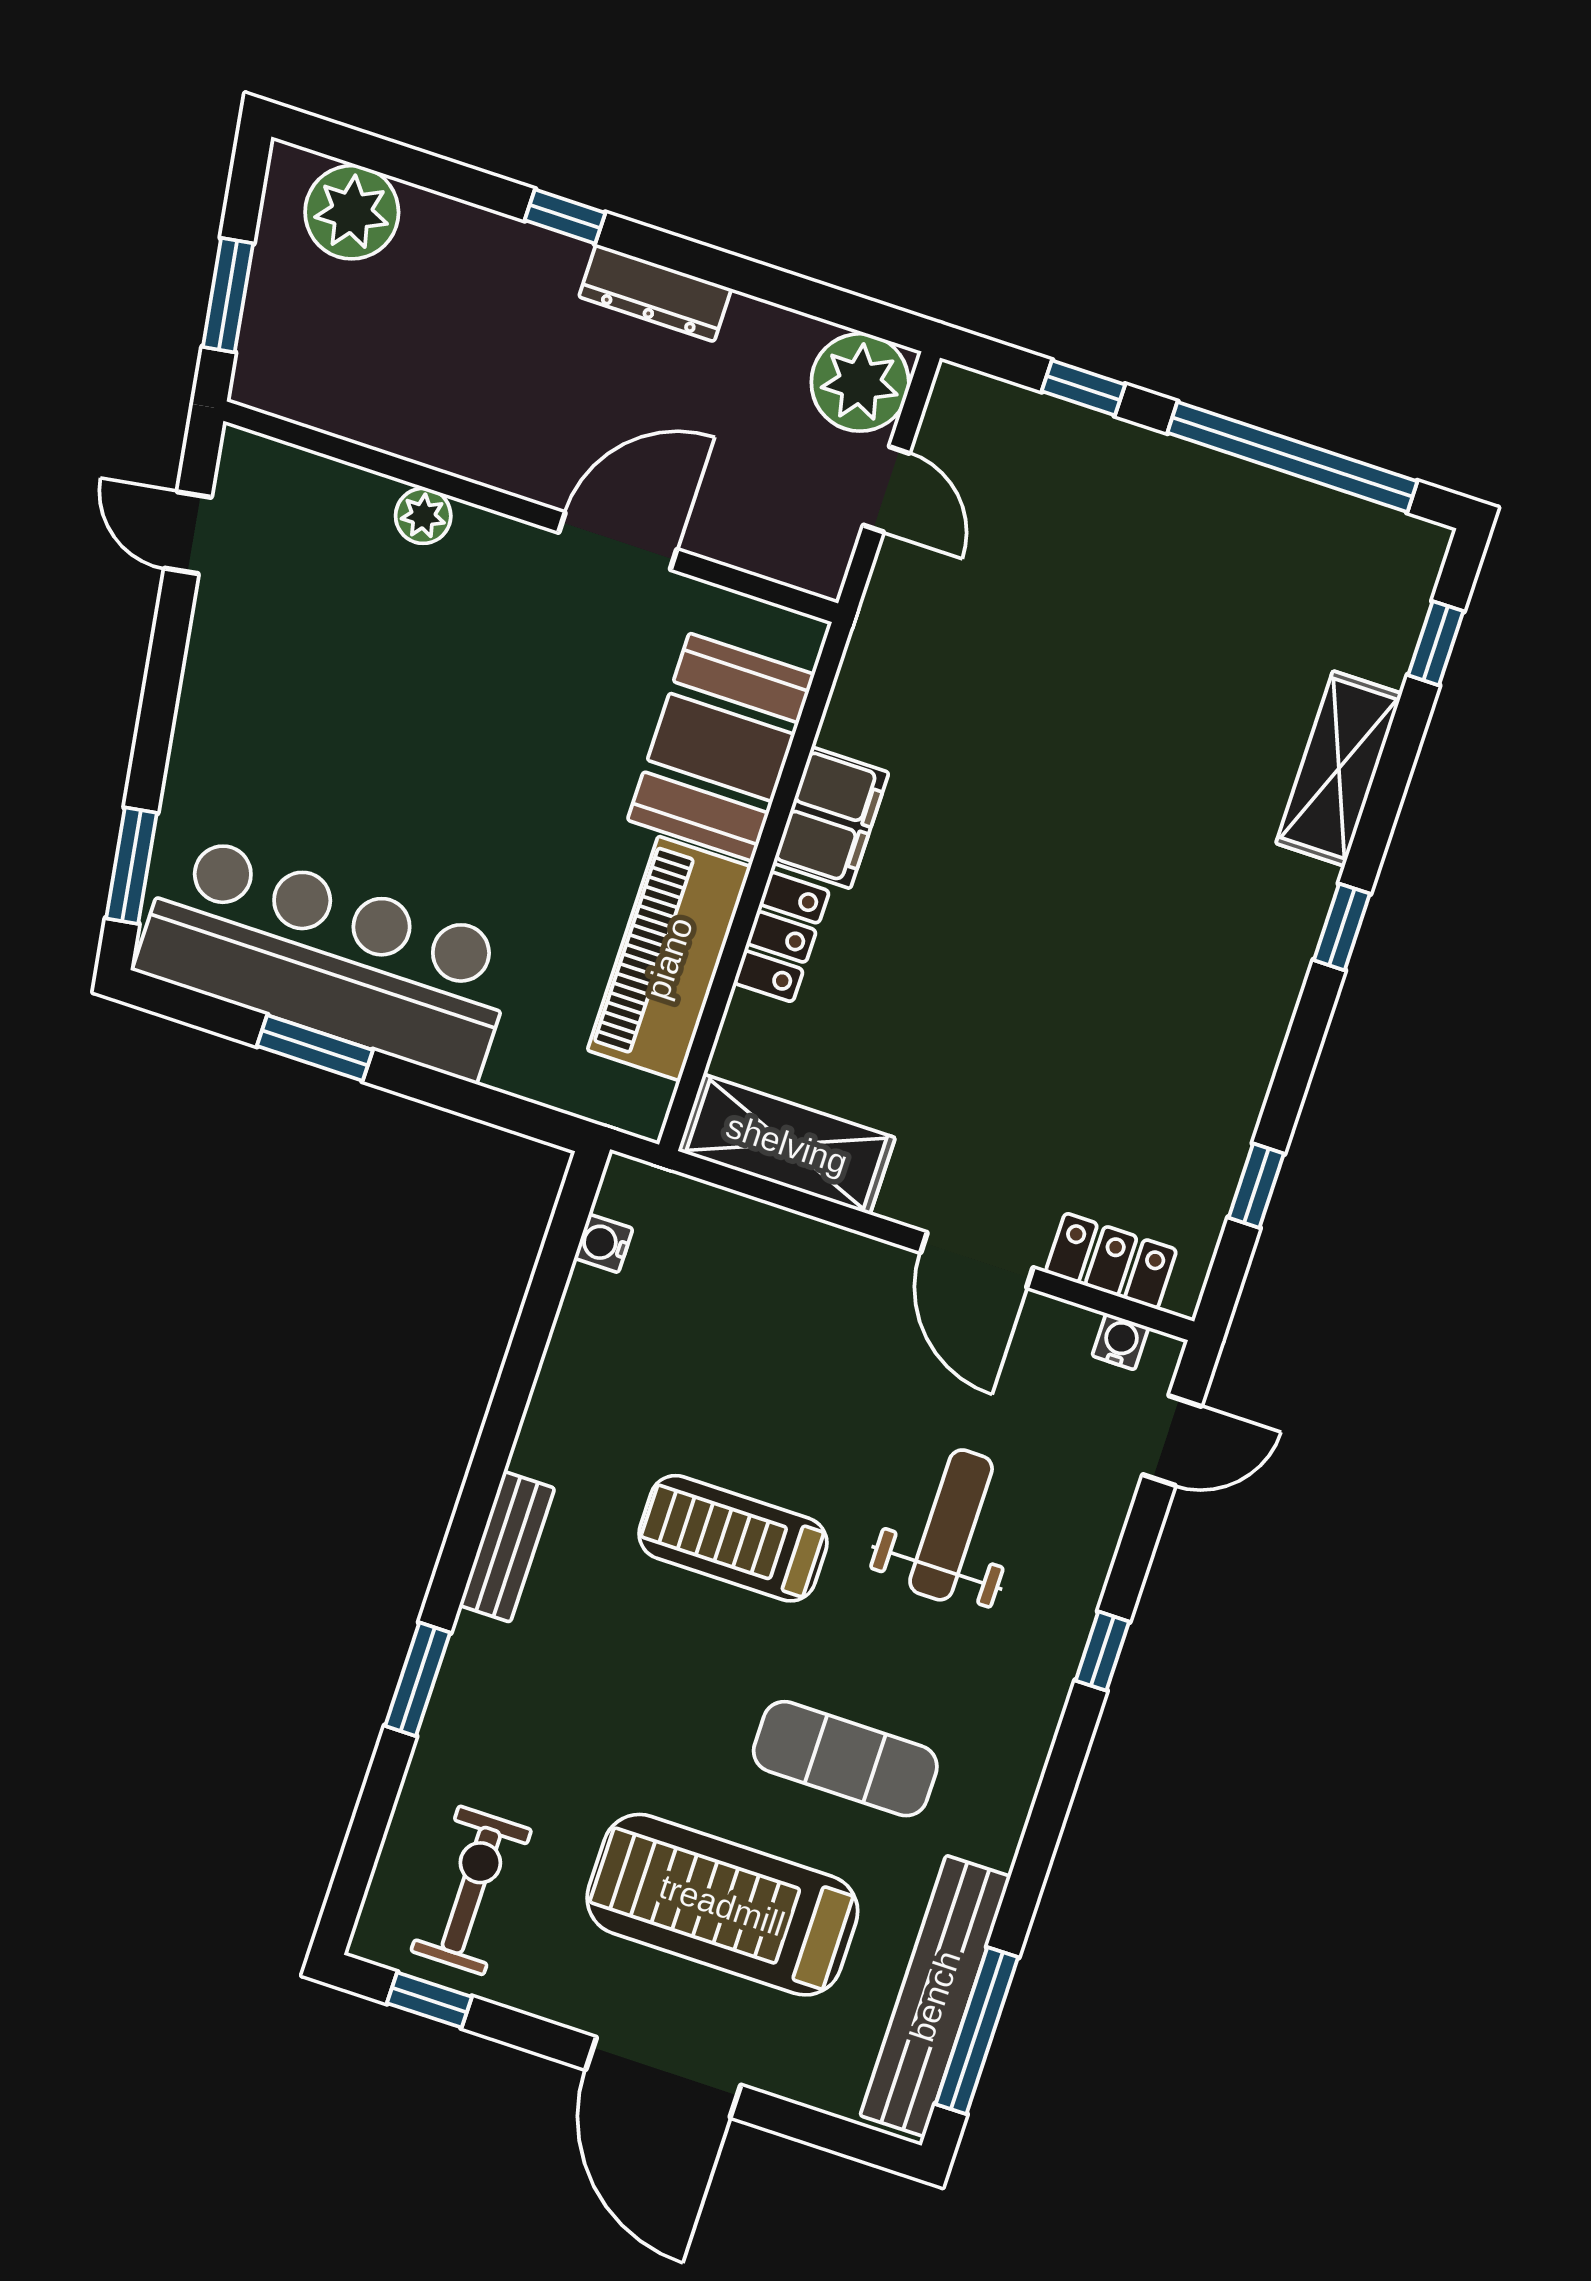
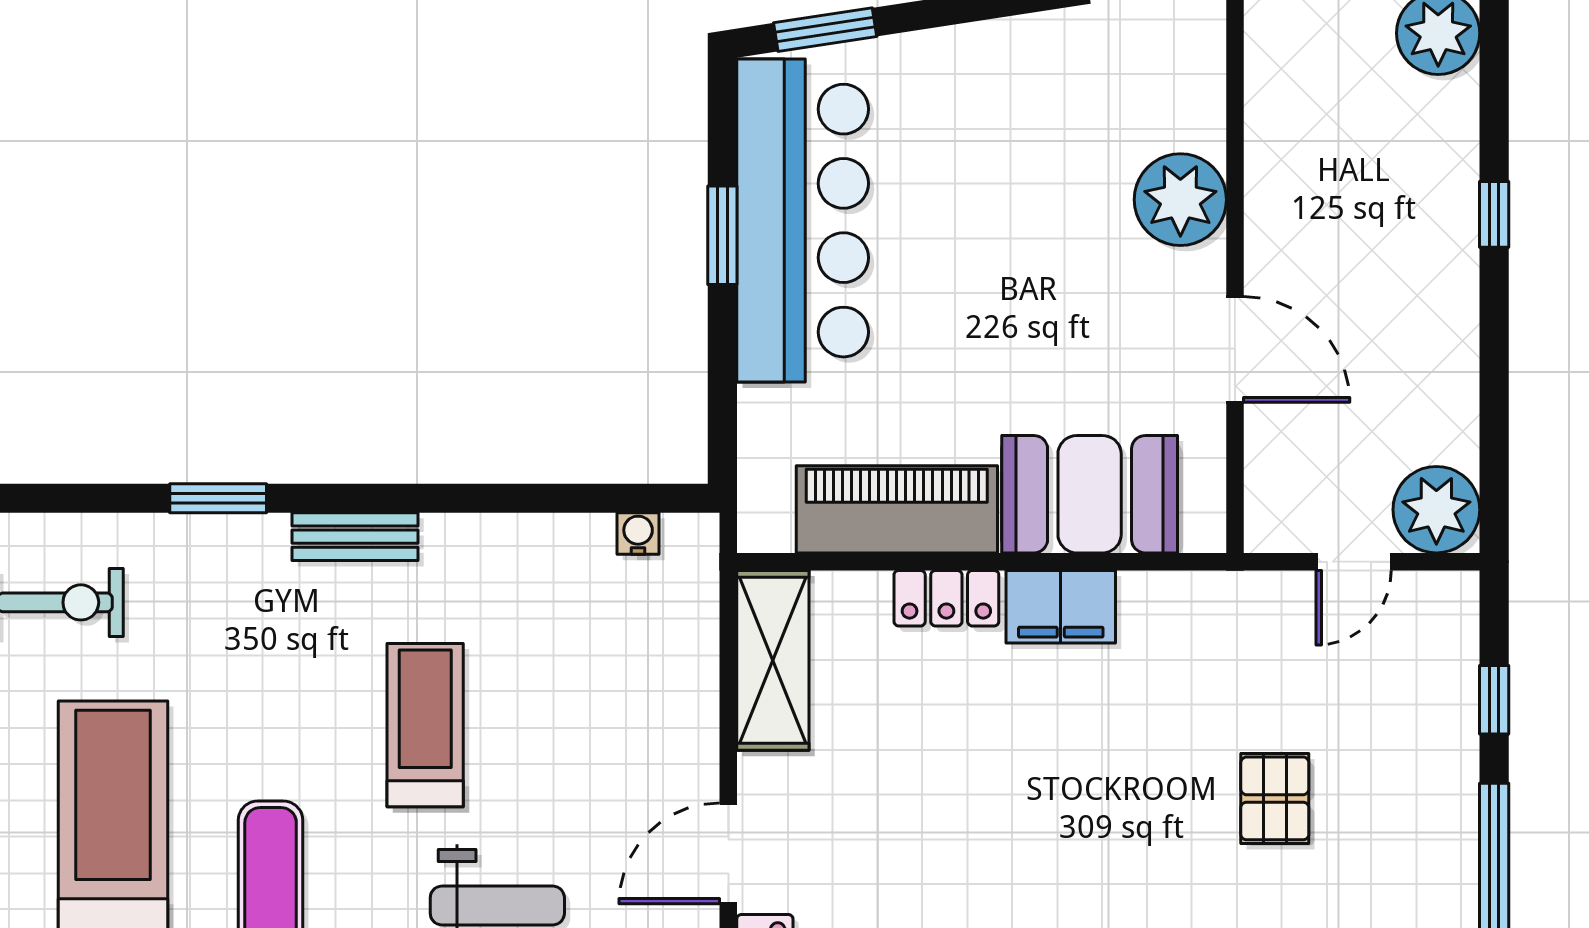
dresser: (655, 293) -> (1455, 312), removed
plant: (423, 516) -> (1180, 200), width x1.88, depth x1.88
pallet: (1111, 657) -> (1275, 798), added

